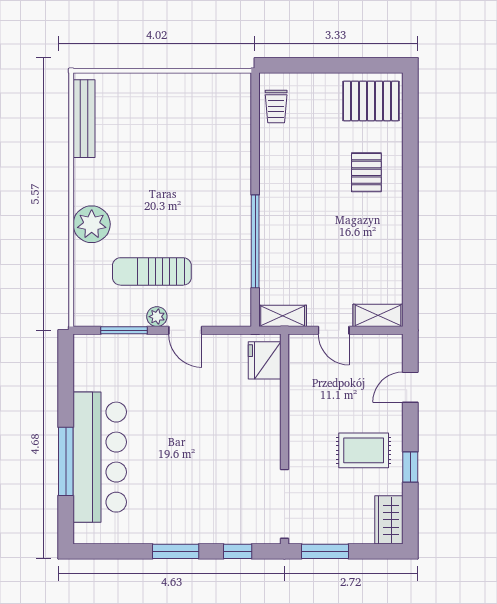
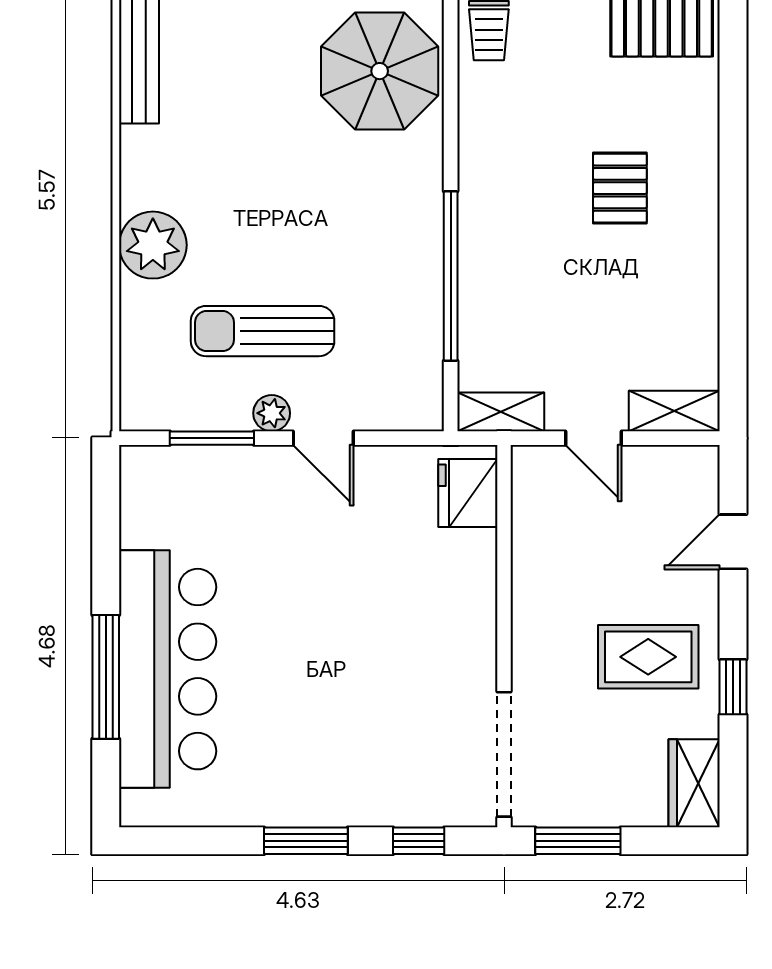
parasol: (216, 129) -> (380, 71), added
pallet: (366, 172) -> (620, 188), moved

